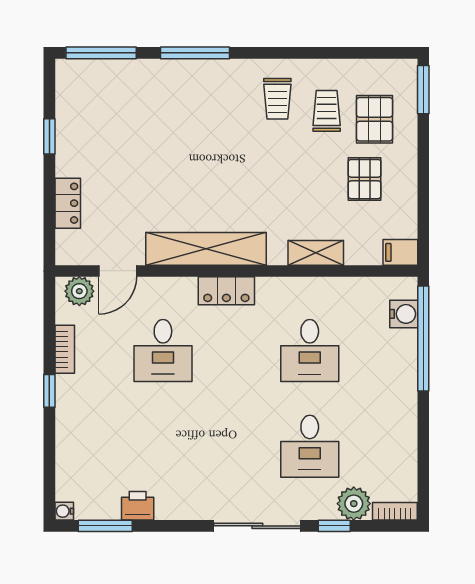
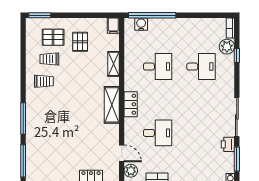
pallet: (365, 179) -> (80, 42), turned 90
shelving: (206, 249) -> (112, 105), width x0.68
sliding door: (257, 526) -> (237, 117), moved

